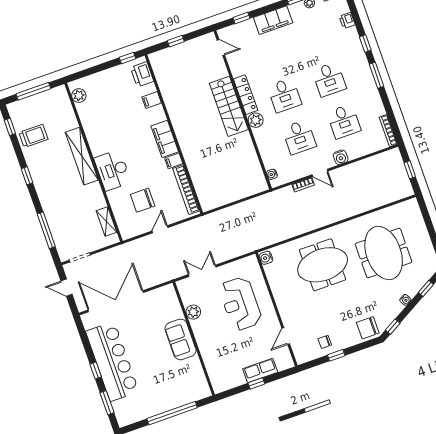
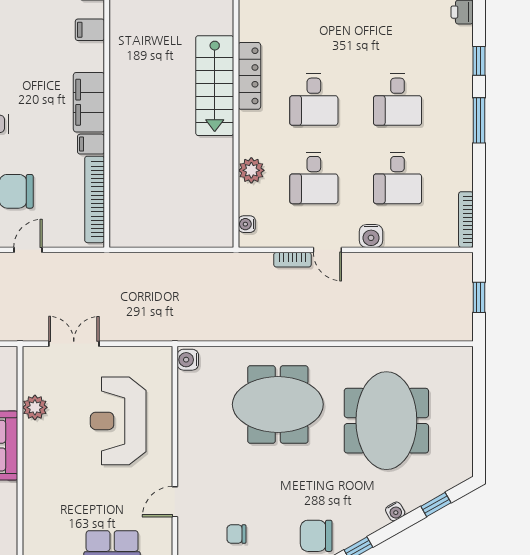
plant: (256, 120) -> (251, 170), moved

